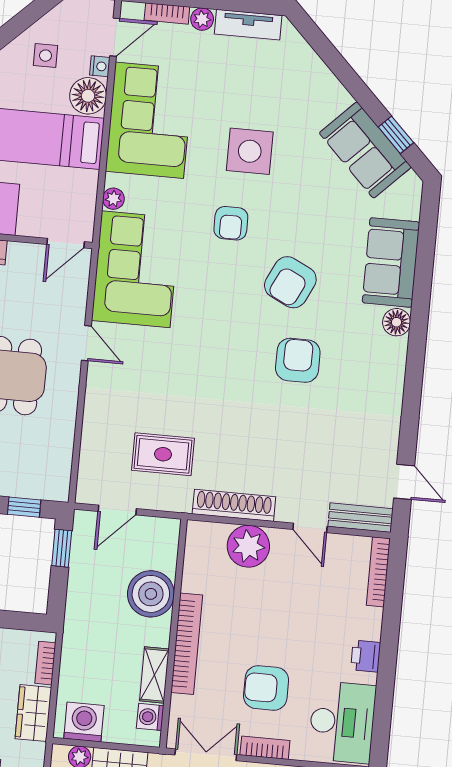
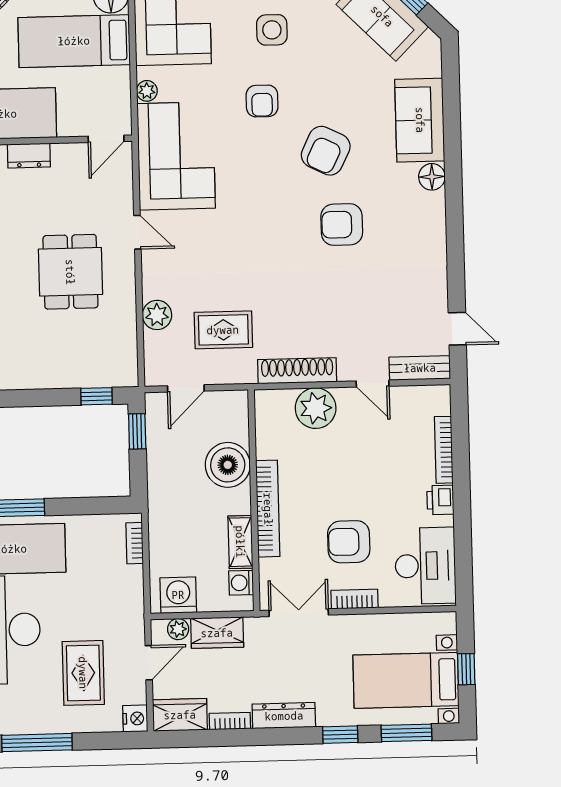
side table: (250, 151) -> (272, 30), width x0.73, depth x0.73
armchair: (298, 360) -> (342, 225), turned -90
plant: (96, 431) -> (157, 315), added
bookcase: (378, 572) -> (444, 450), moved
wardrobe: (33, 713) -> (129, 592), removed

